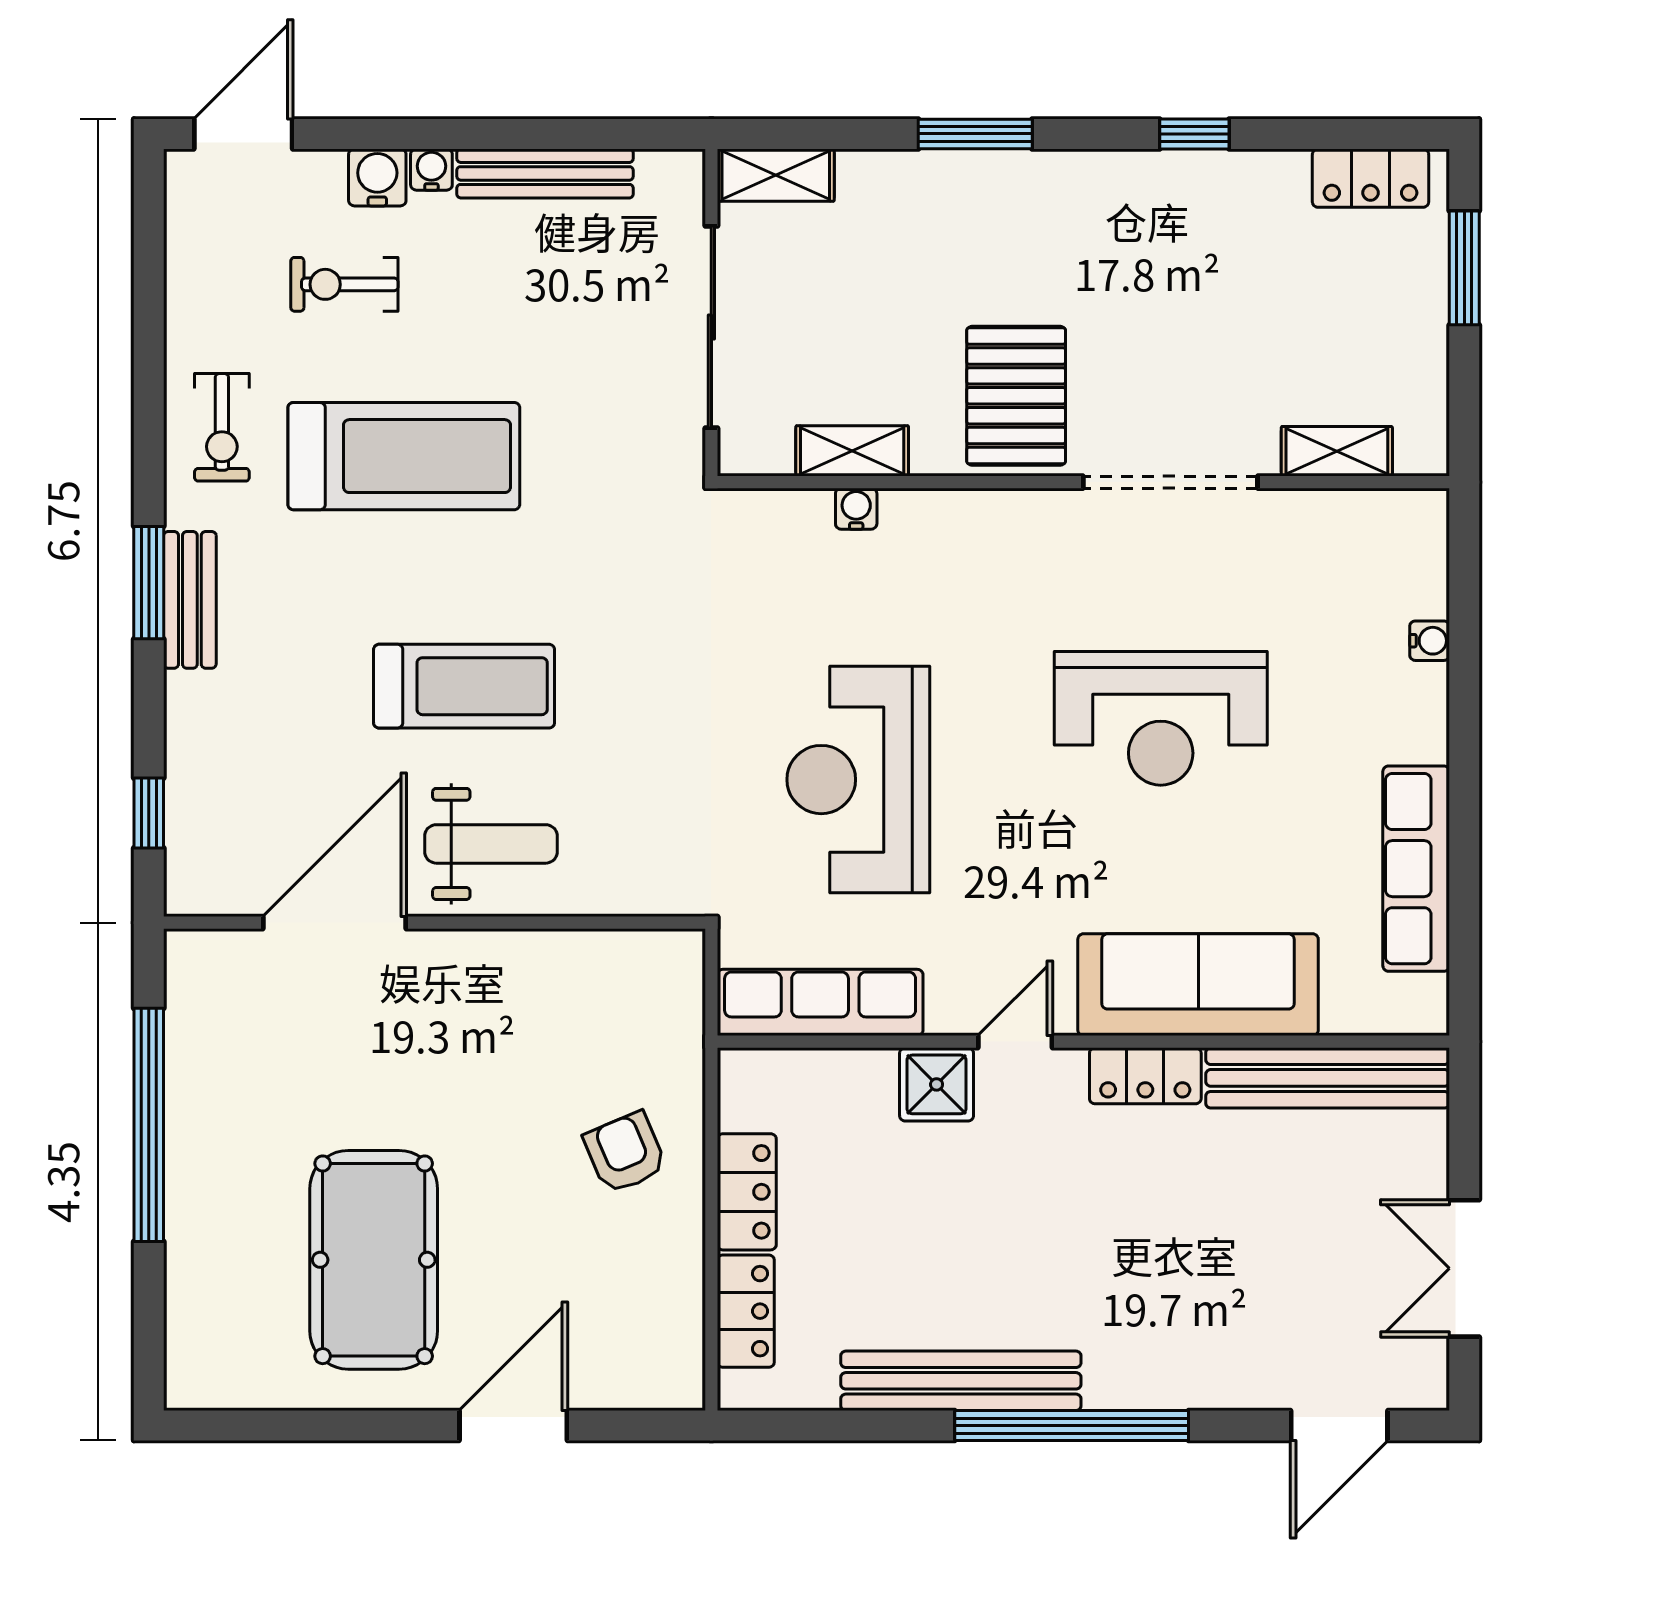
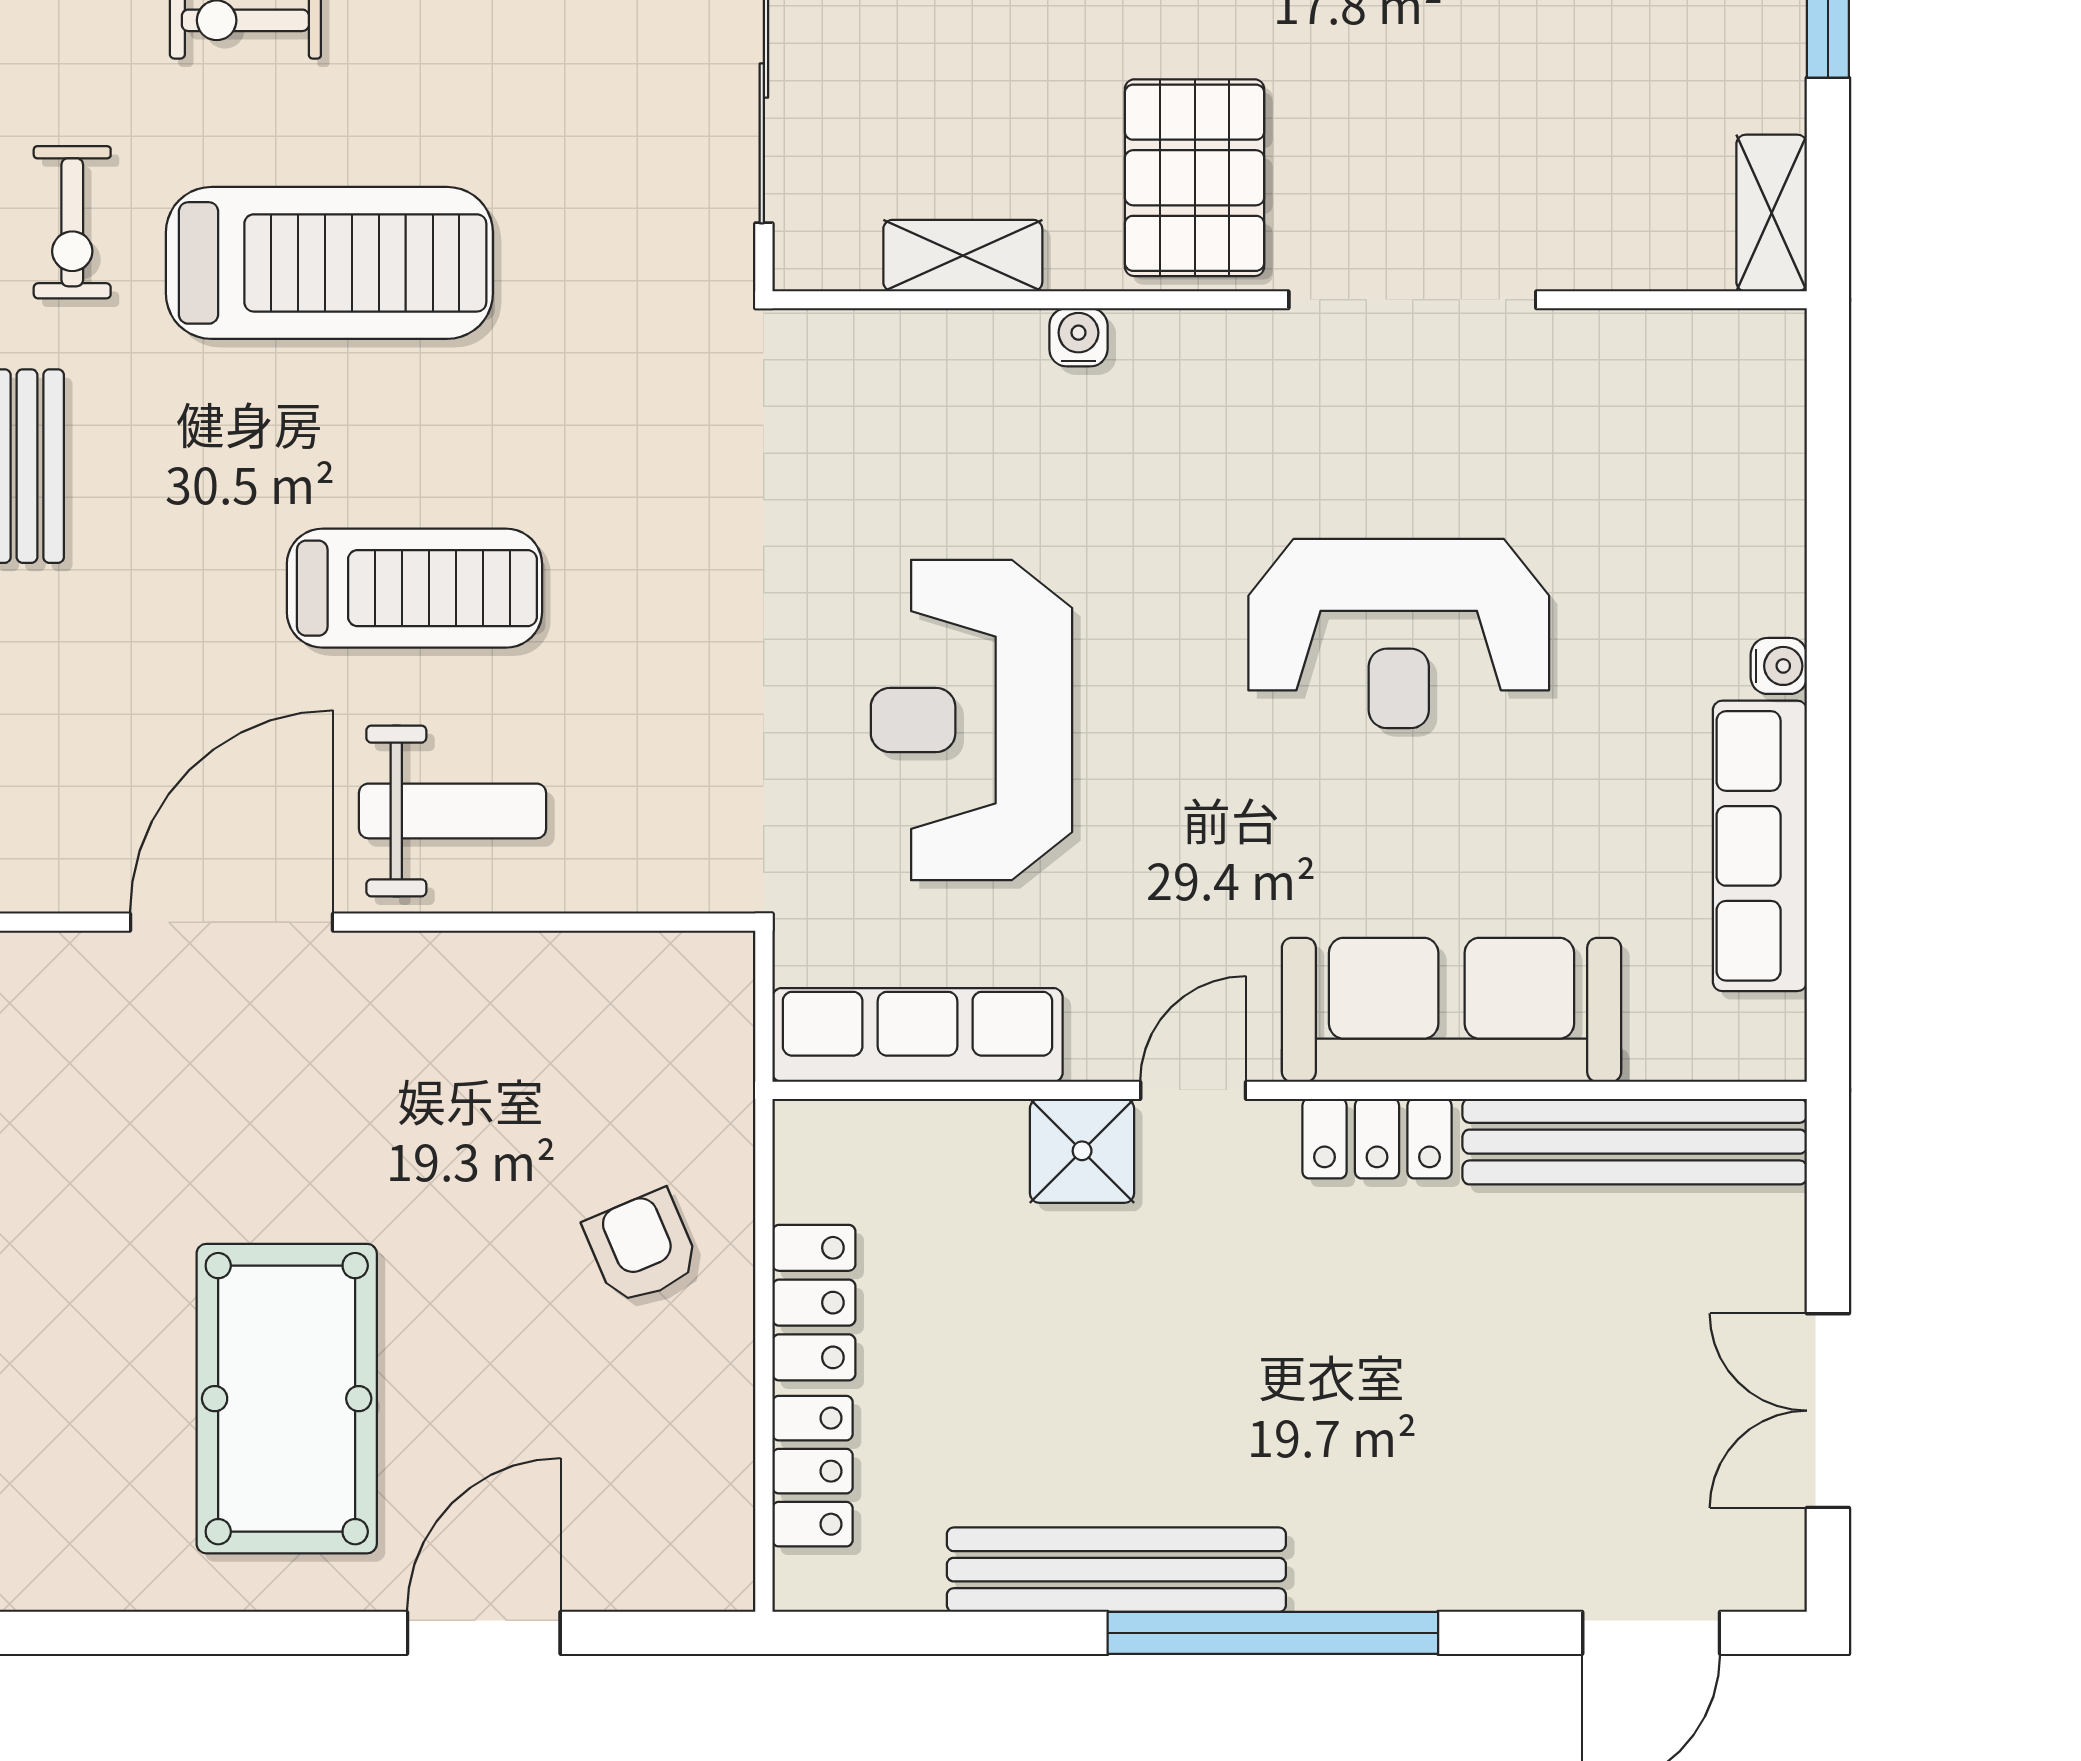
shelving: (1337, 451) -> (1772, 213), moved, turned 90
water cooler: (856, 509) -> (1078, 337), moved
water cooler: (1430, 641) -> (1779, 666), moved

